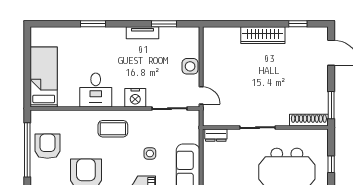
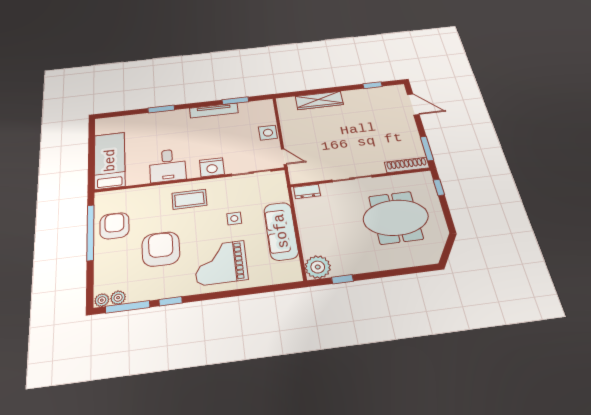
tv unit: (143, 33) -> (214, 111), width x1.41
wardrobe: (263, 35) -> (319, 100), moved
window: (331, 164) -> (439, 187), moved

